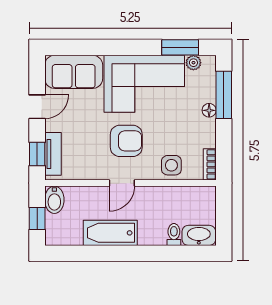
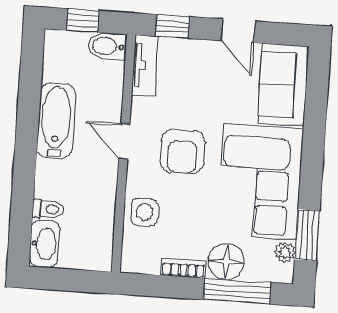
floor lamp: (209, 110) -> (226, 262), width x1.89, depth x1.89
tv unit: (53, 154) -> (145, 65), moved, turned -90
bookcase: (210, 164) -> (184, 268), moved

